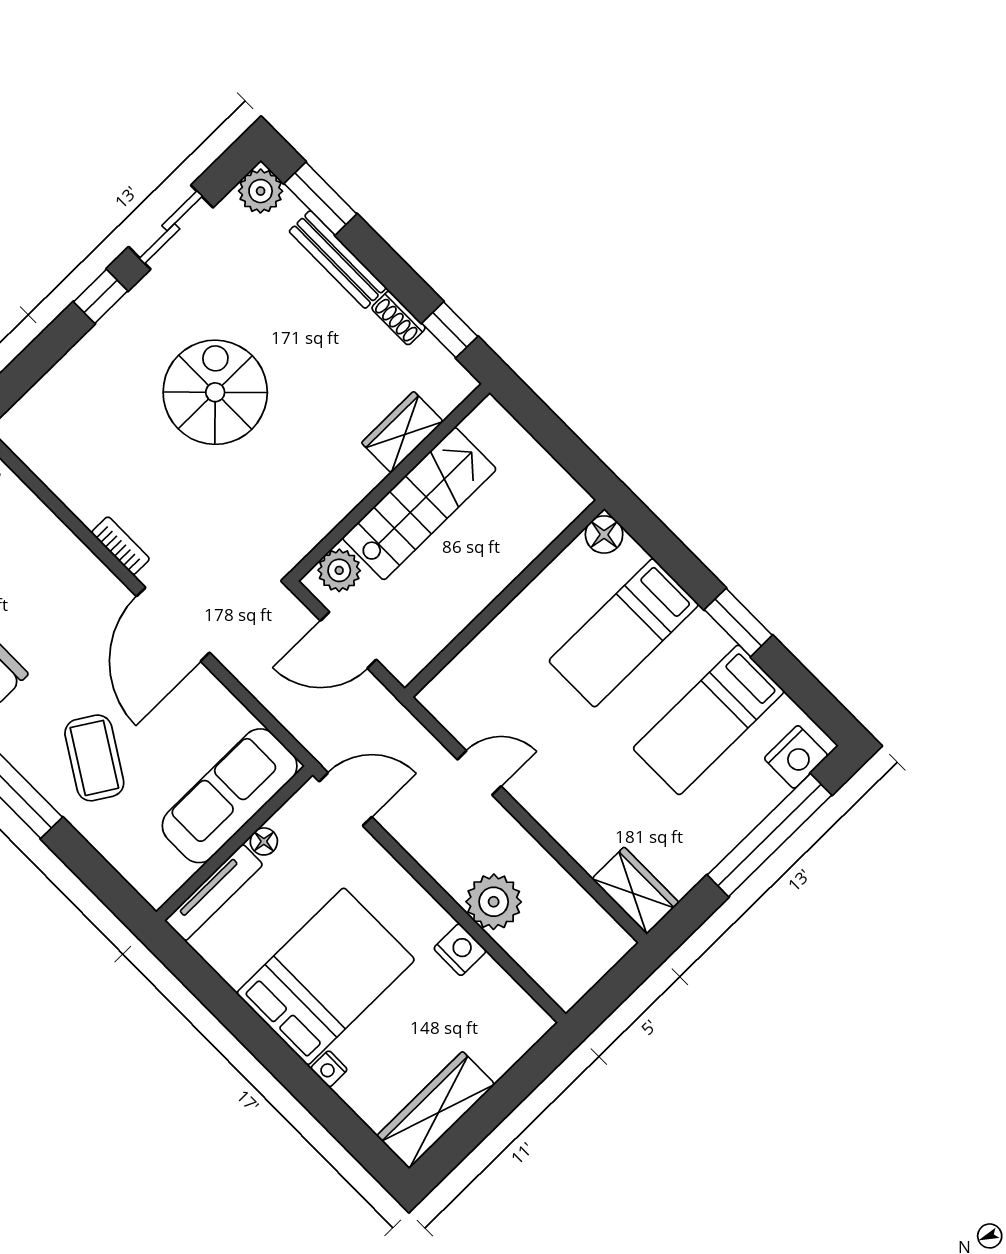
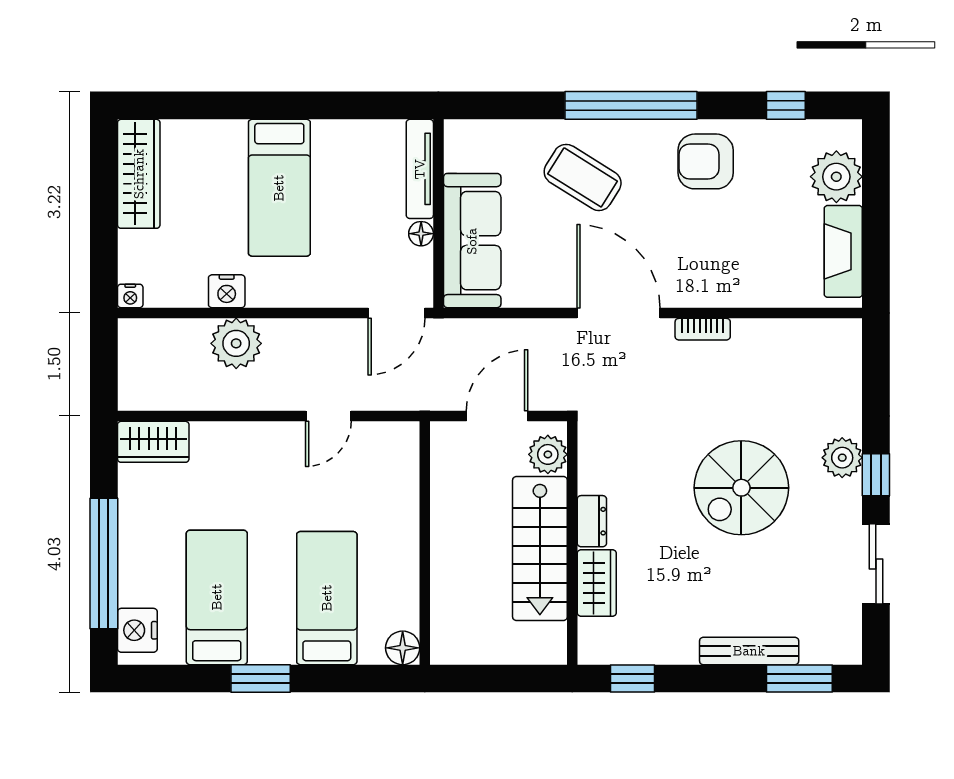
plant: (261, 191) -> (842, 458), moved
shoe rack: (399, 318) -> (673, 653), removed
spiral stairs: (215, 392) -> (741, 488), turned 90
dresser: (358, 484) -> (592, 521), added
bed: (326, 976) -> (279, 188), width x0.67
nightstand: (329, 1069) -> (130, 296), moved, turned 180

